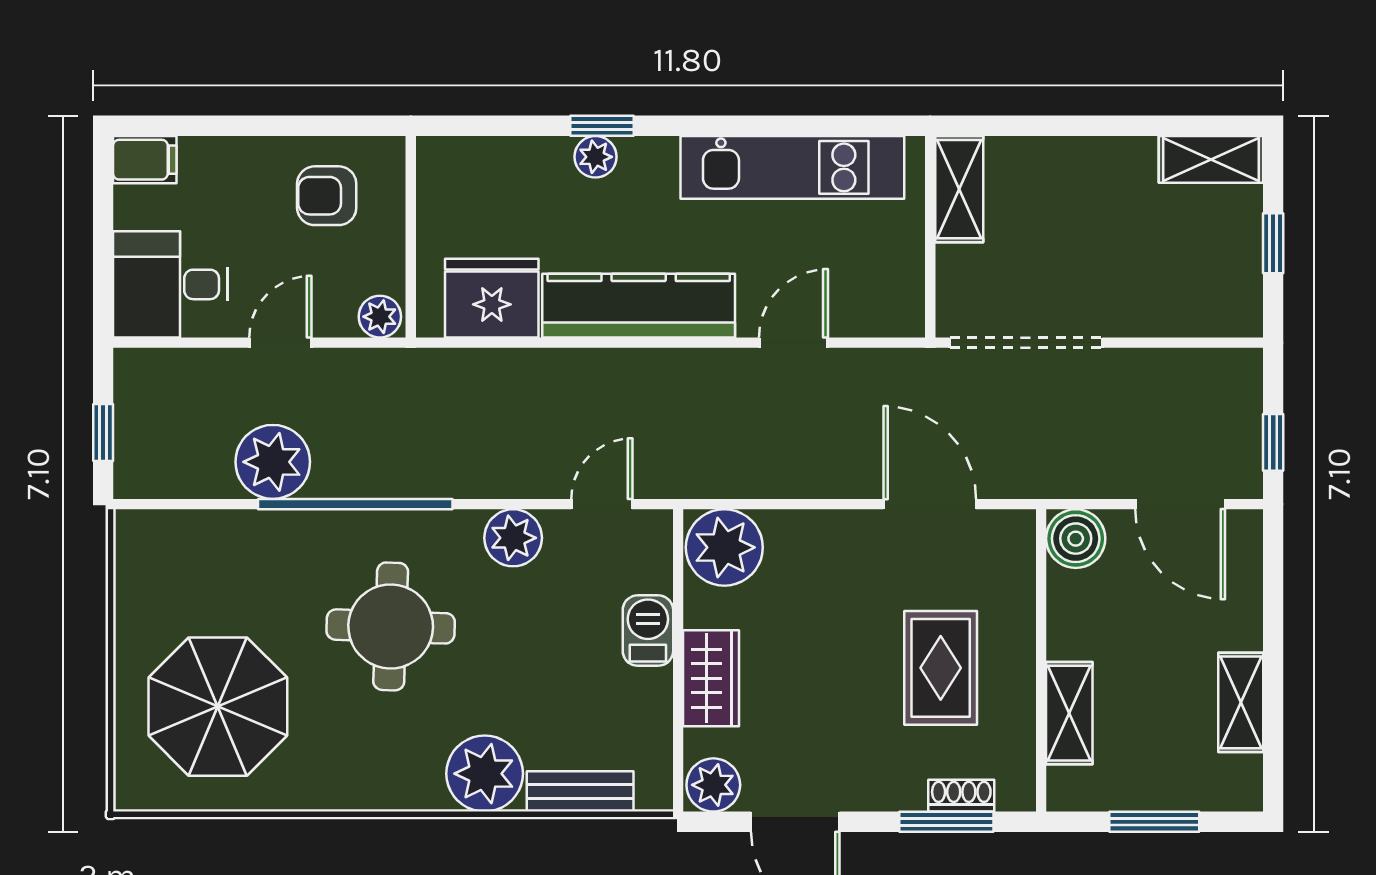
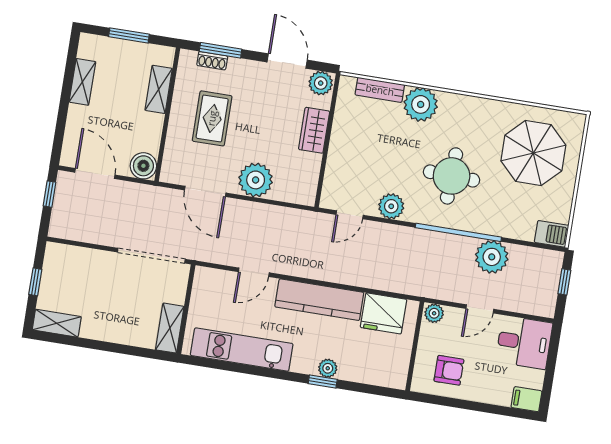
plant: (724, 547) -> (256, 180), moved
barbecue: (648, 631) -> (552, 234), moved, turned -90

